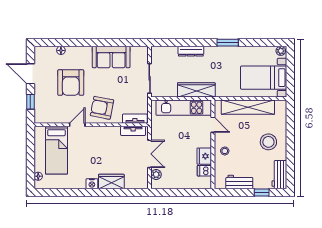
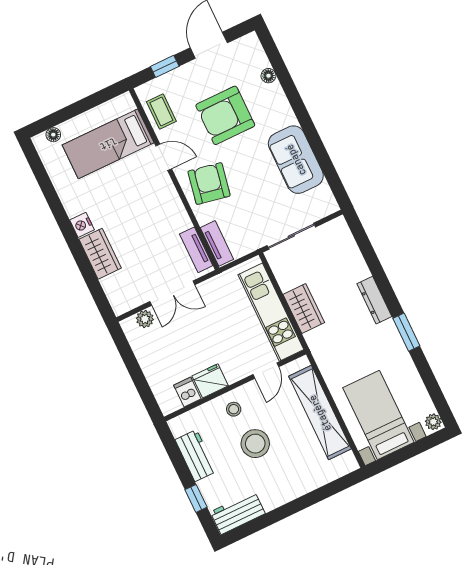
dresser: (191, 51) -> (374, 300), moved
wardrobe: (196, 90) -> (304, 309), width x0.67
coffee table: (53, 115) -> (161, 111), added
stool: (268, 142) -> (255, 444), moved

